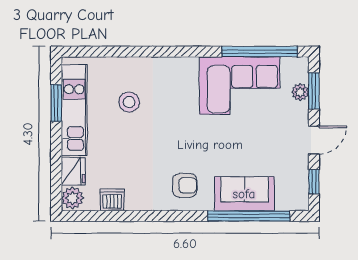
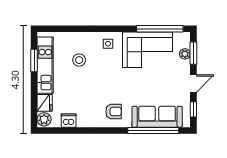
side table: (176, 76) -> (108, 44), added
sofa: (244, 194) -> (157, 117), width x1.36

